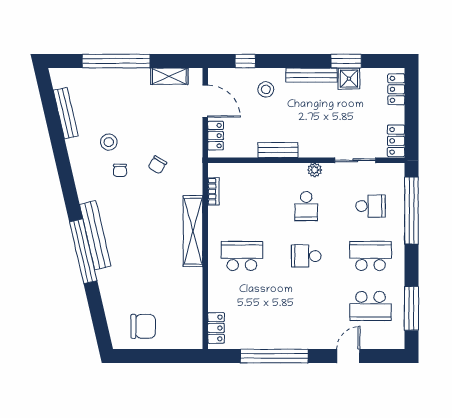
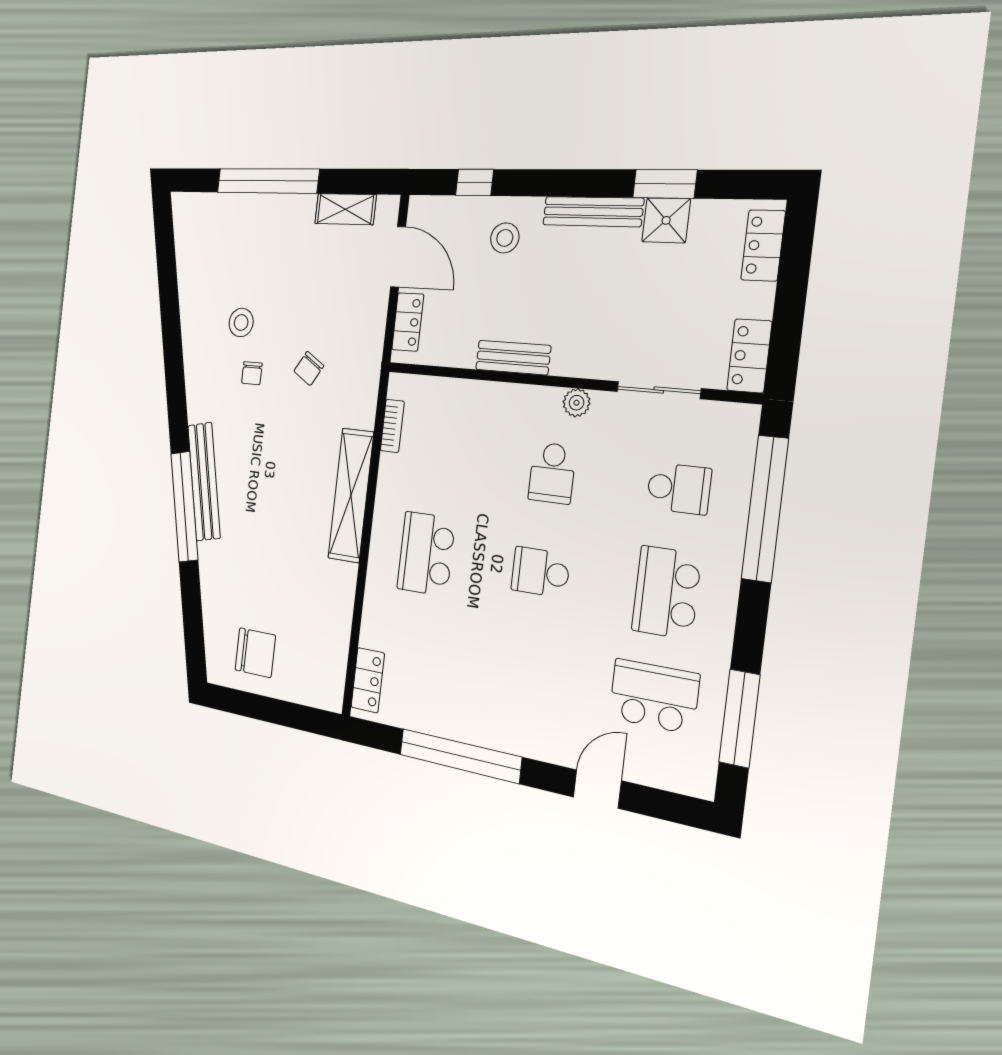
bench: (66, 113) -> (186, 269), removed
school desk: (242, 256) -> (426, 554), turned -90
school desk: (371, 256) -> (666, 592), turned -90
school desk: (371, 306) -> (654, 696), turned 180

